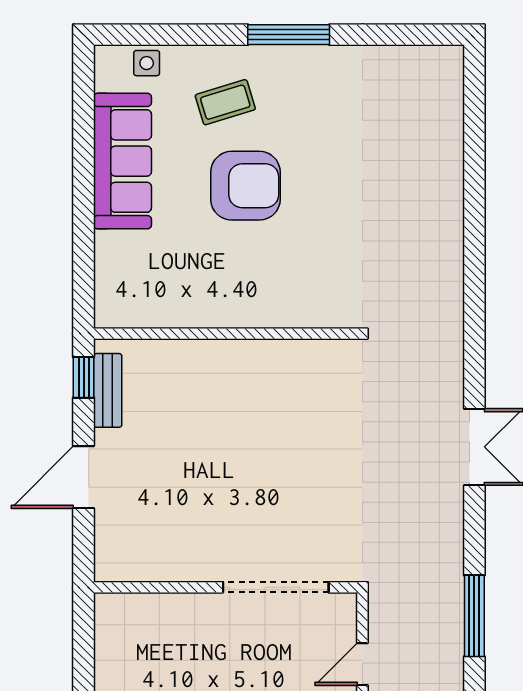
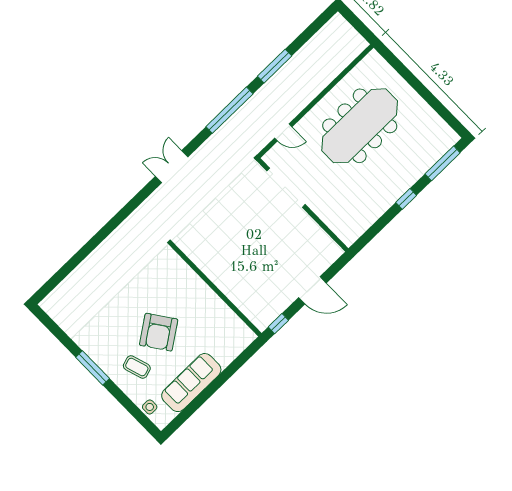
armchair: (245, 186) -> (159, 332), turned -125
bench: (108, 390) -> (275, 311), removed
window: (474, 616) -> (229, 110), width x1.46

